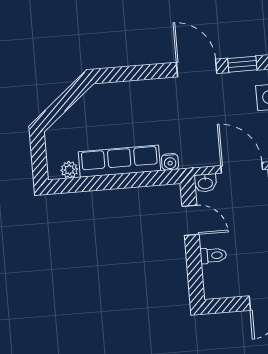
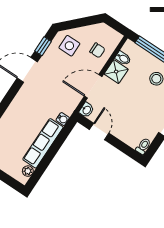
door: (191, 220) -> (99, 131), hinge flipped
toilet: (213, 255) -> (143, 146), moved

